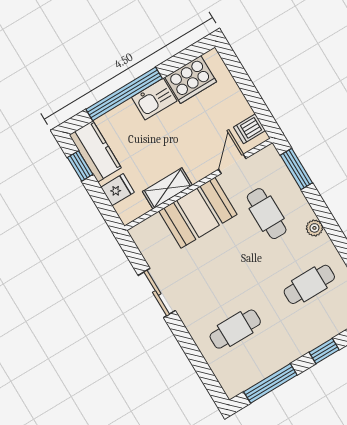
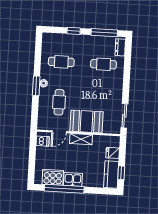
window: (124, 94) -> (64, 189), moved
window: (296, 169) -> (36, 86), moved
shelving: (167, 188) -> (81, 139), moved
sliding door: (157, 293) -> (124, 116), moved
dresser: (226, 377) -> (120, 47), added

